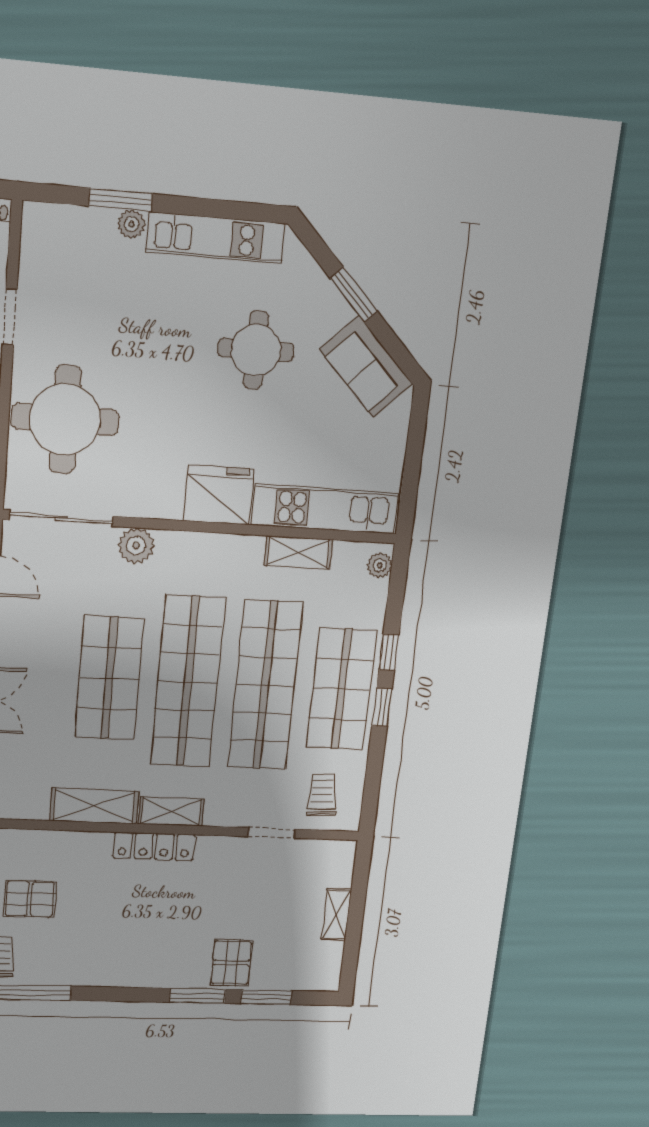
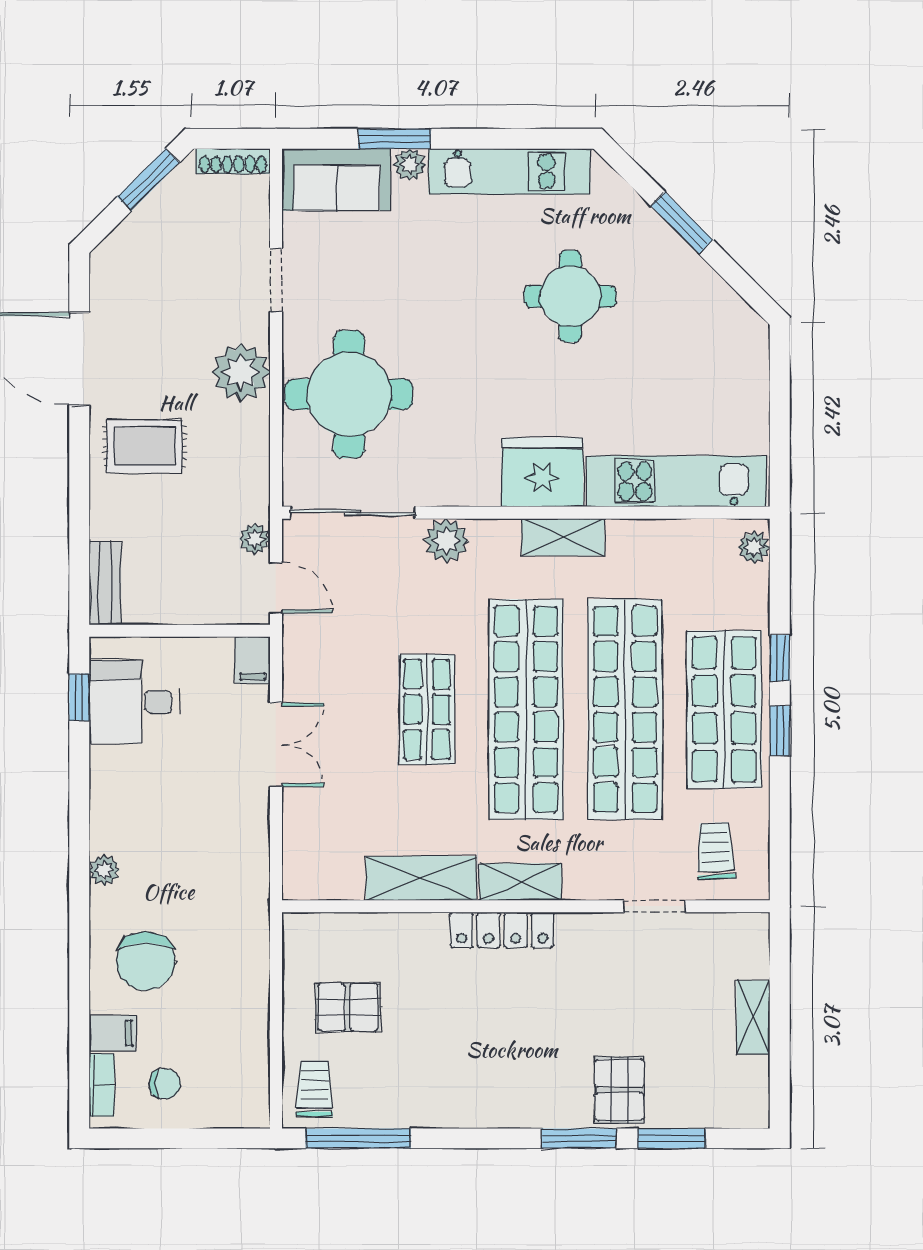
sofa: (366, 367) -> (337, 180), moved, turned -45
shelving: (298, 552) -> (563, 537), moved
shop shelf: (109, 678) -> (427, 709), width x0.70, depth x0.74

